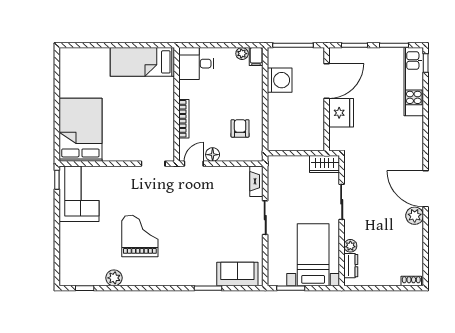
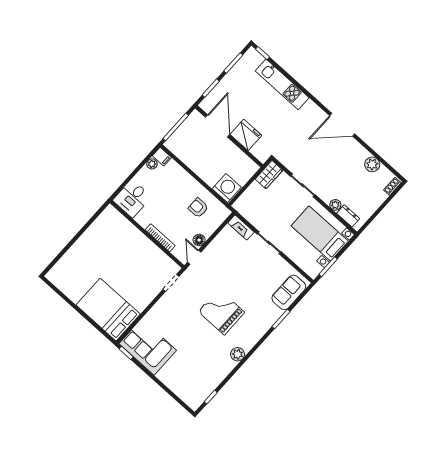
bed: (142, 62) -> (100, 232), removed
washing machine: (280, 80) -> (227, 188), moved
kitchen unit: (414, 82) -> (282, 84), moved
plant: (415, 216) -> (372, 164), moved
grand piano: (140, 236) -> (221, 312), moved
plant: (114, 278) -> (238, 354), moved

